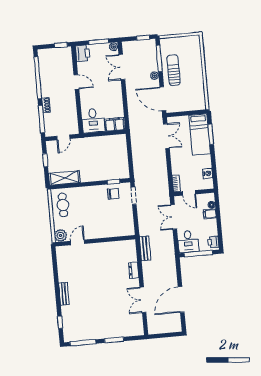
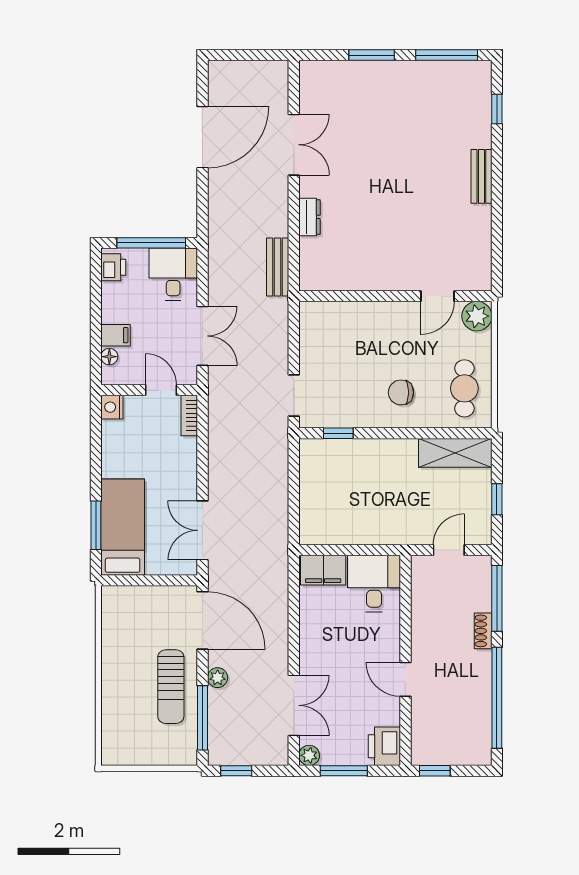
nightstand: (208, 173) -> (112, 407), moved
chair: (113, 194) -> (401, 392), moved

